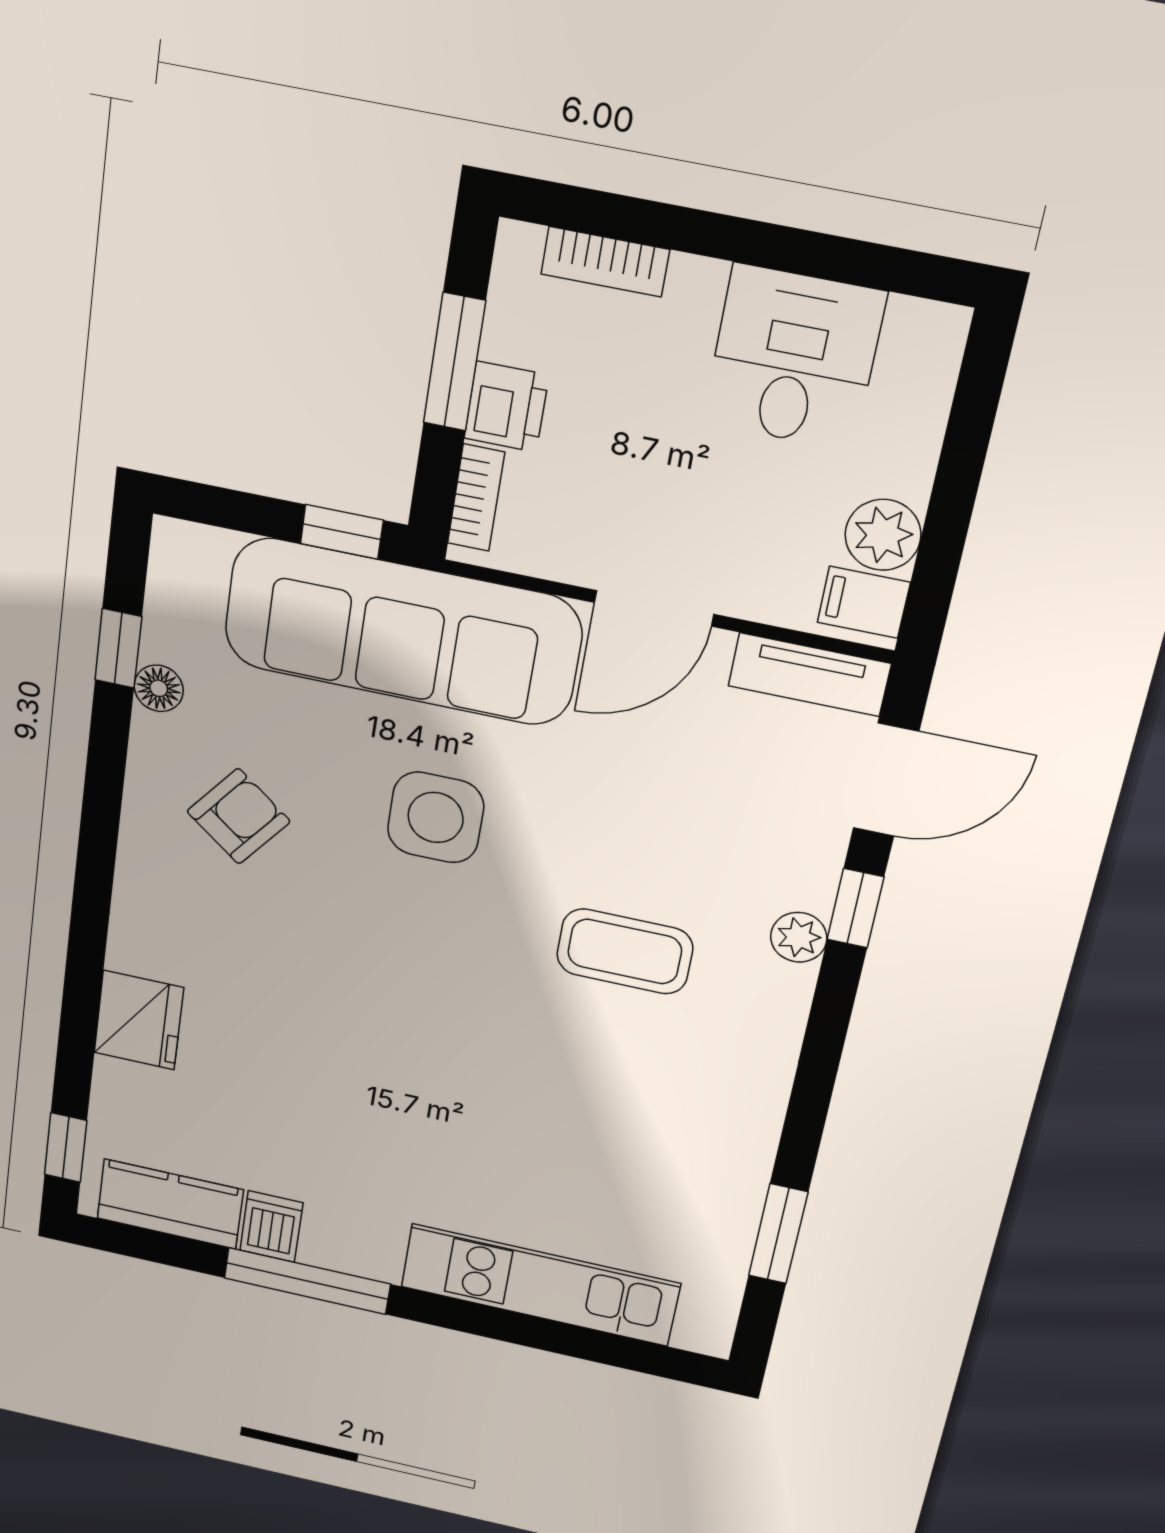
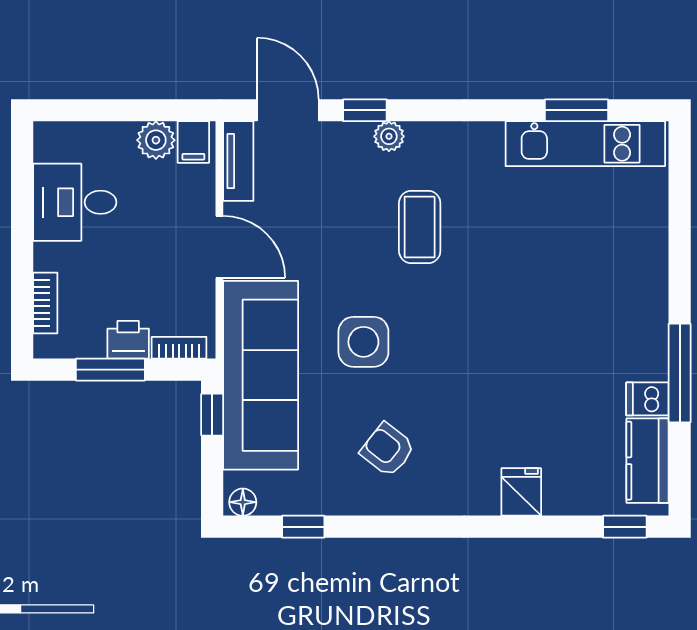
floor lamp: (159, 688) -> (243, 502), moved
fridge: (139, 1020) -> (521, 492), width x0.72
kitchen unit: (540, 1285) -> (585, 144), moved, turned -90

